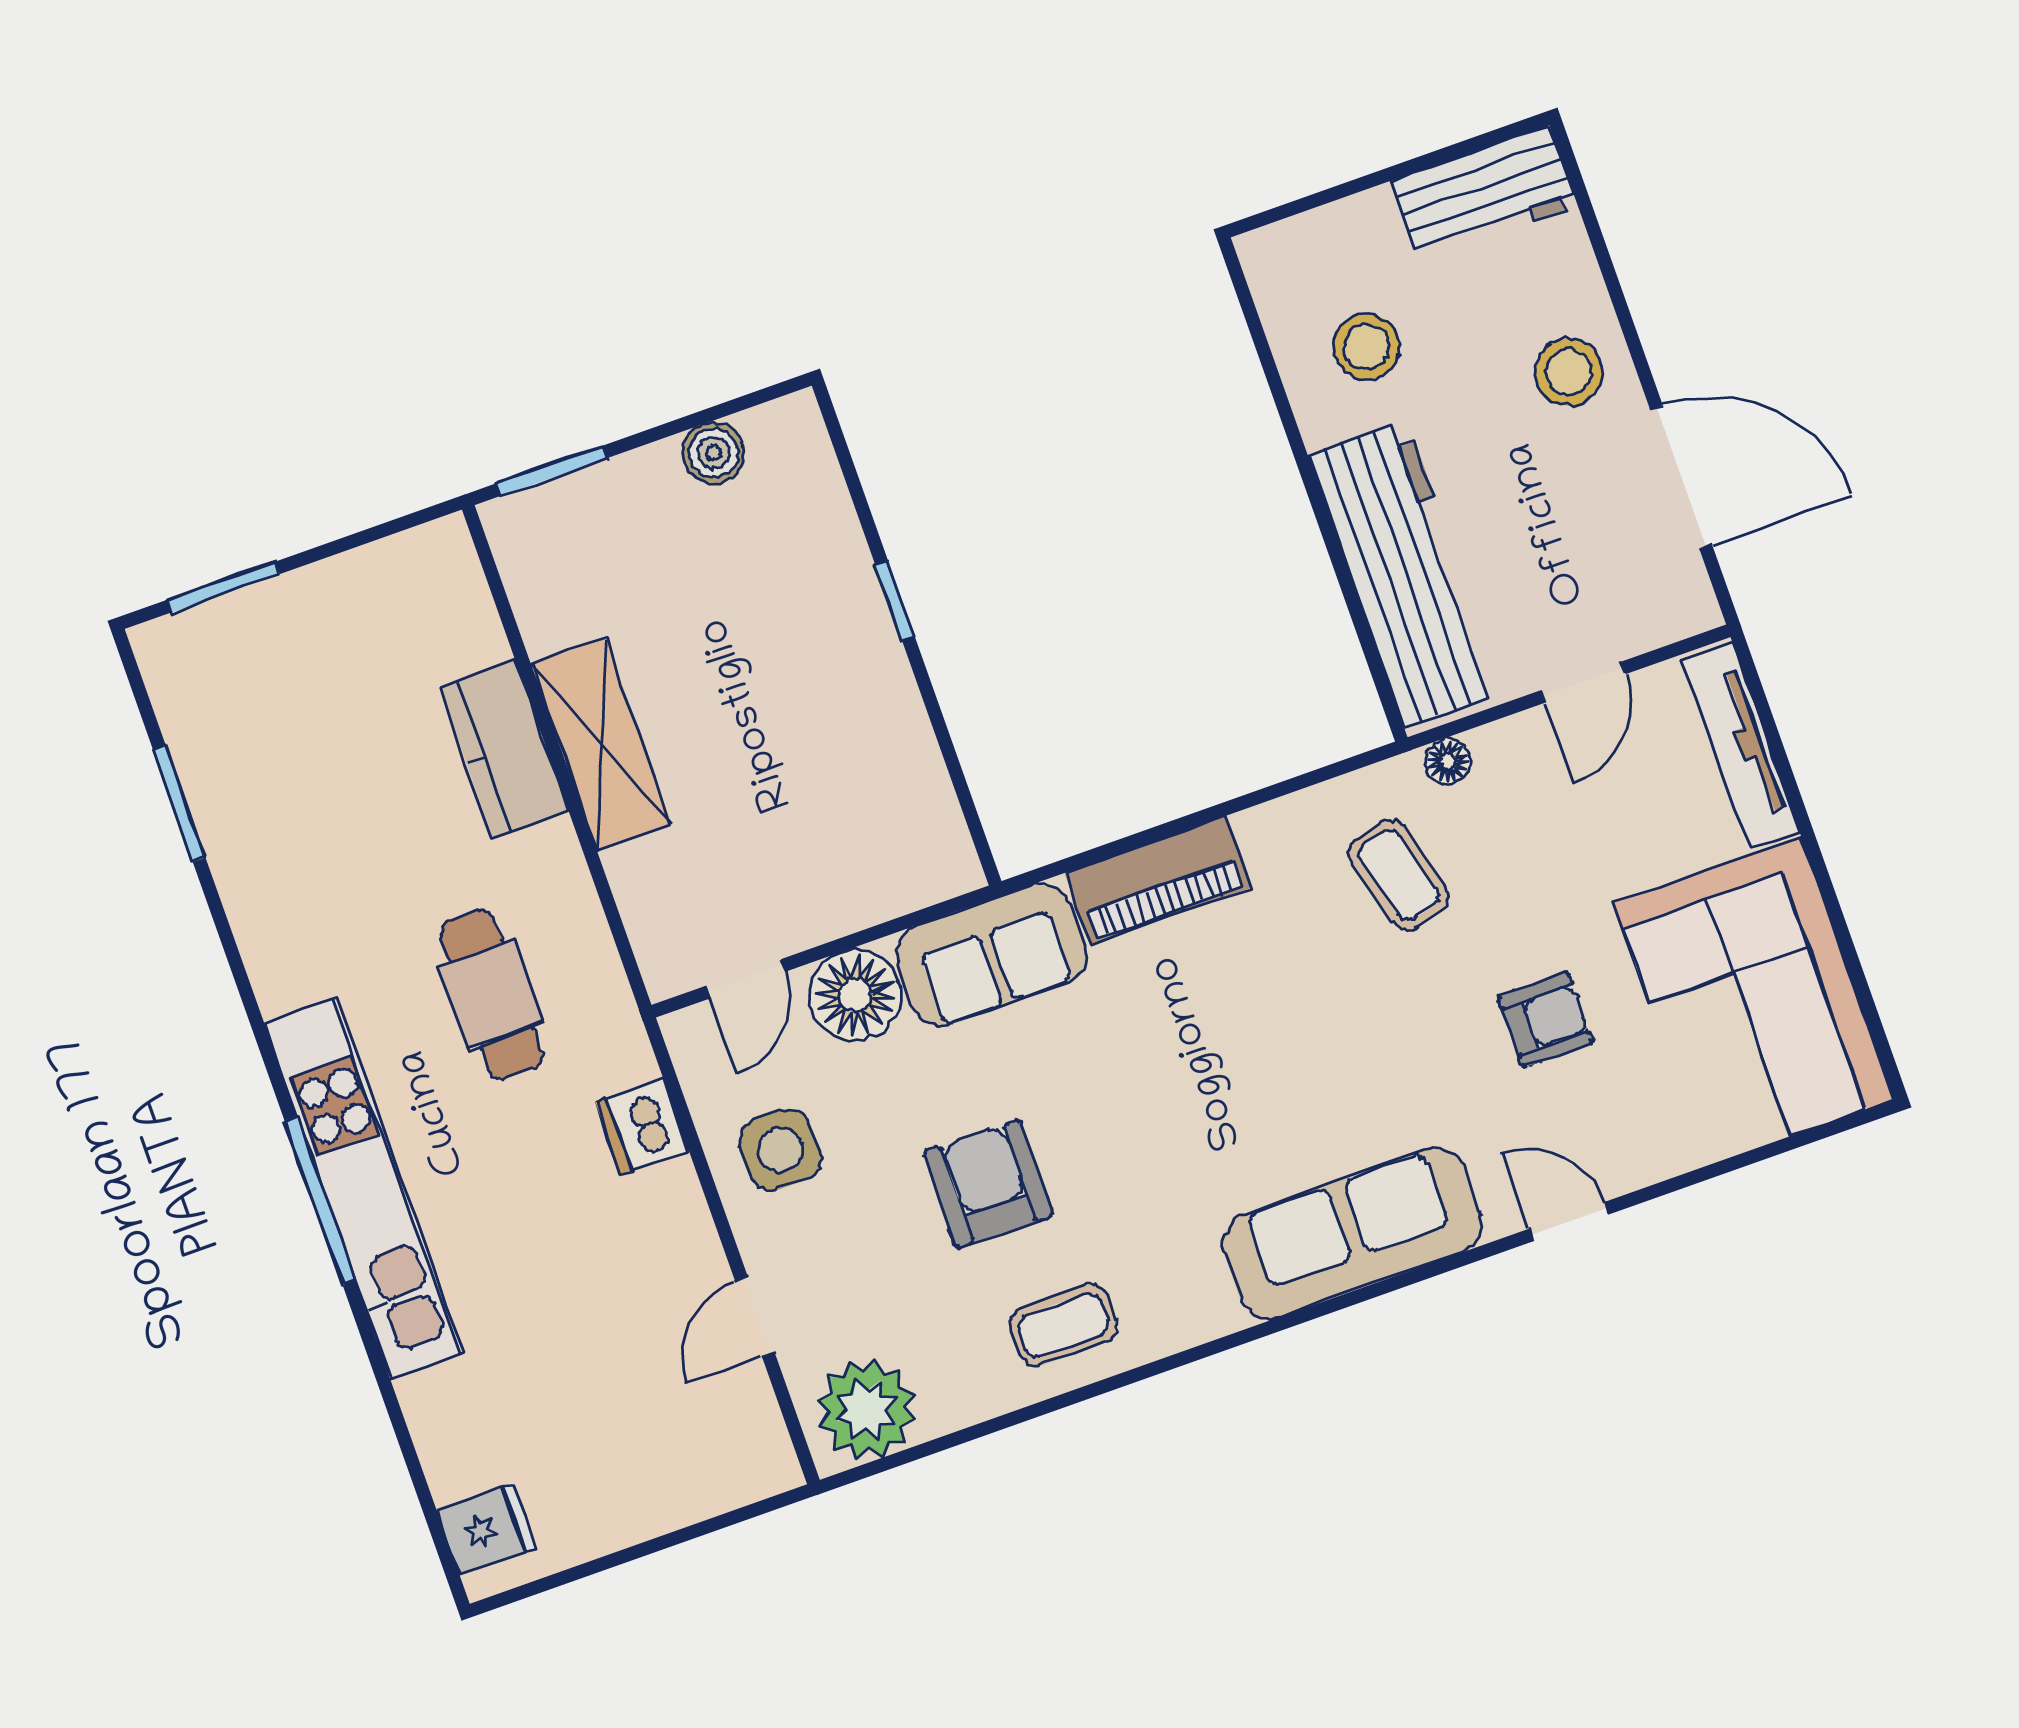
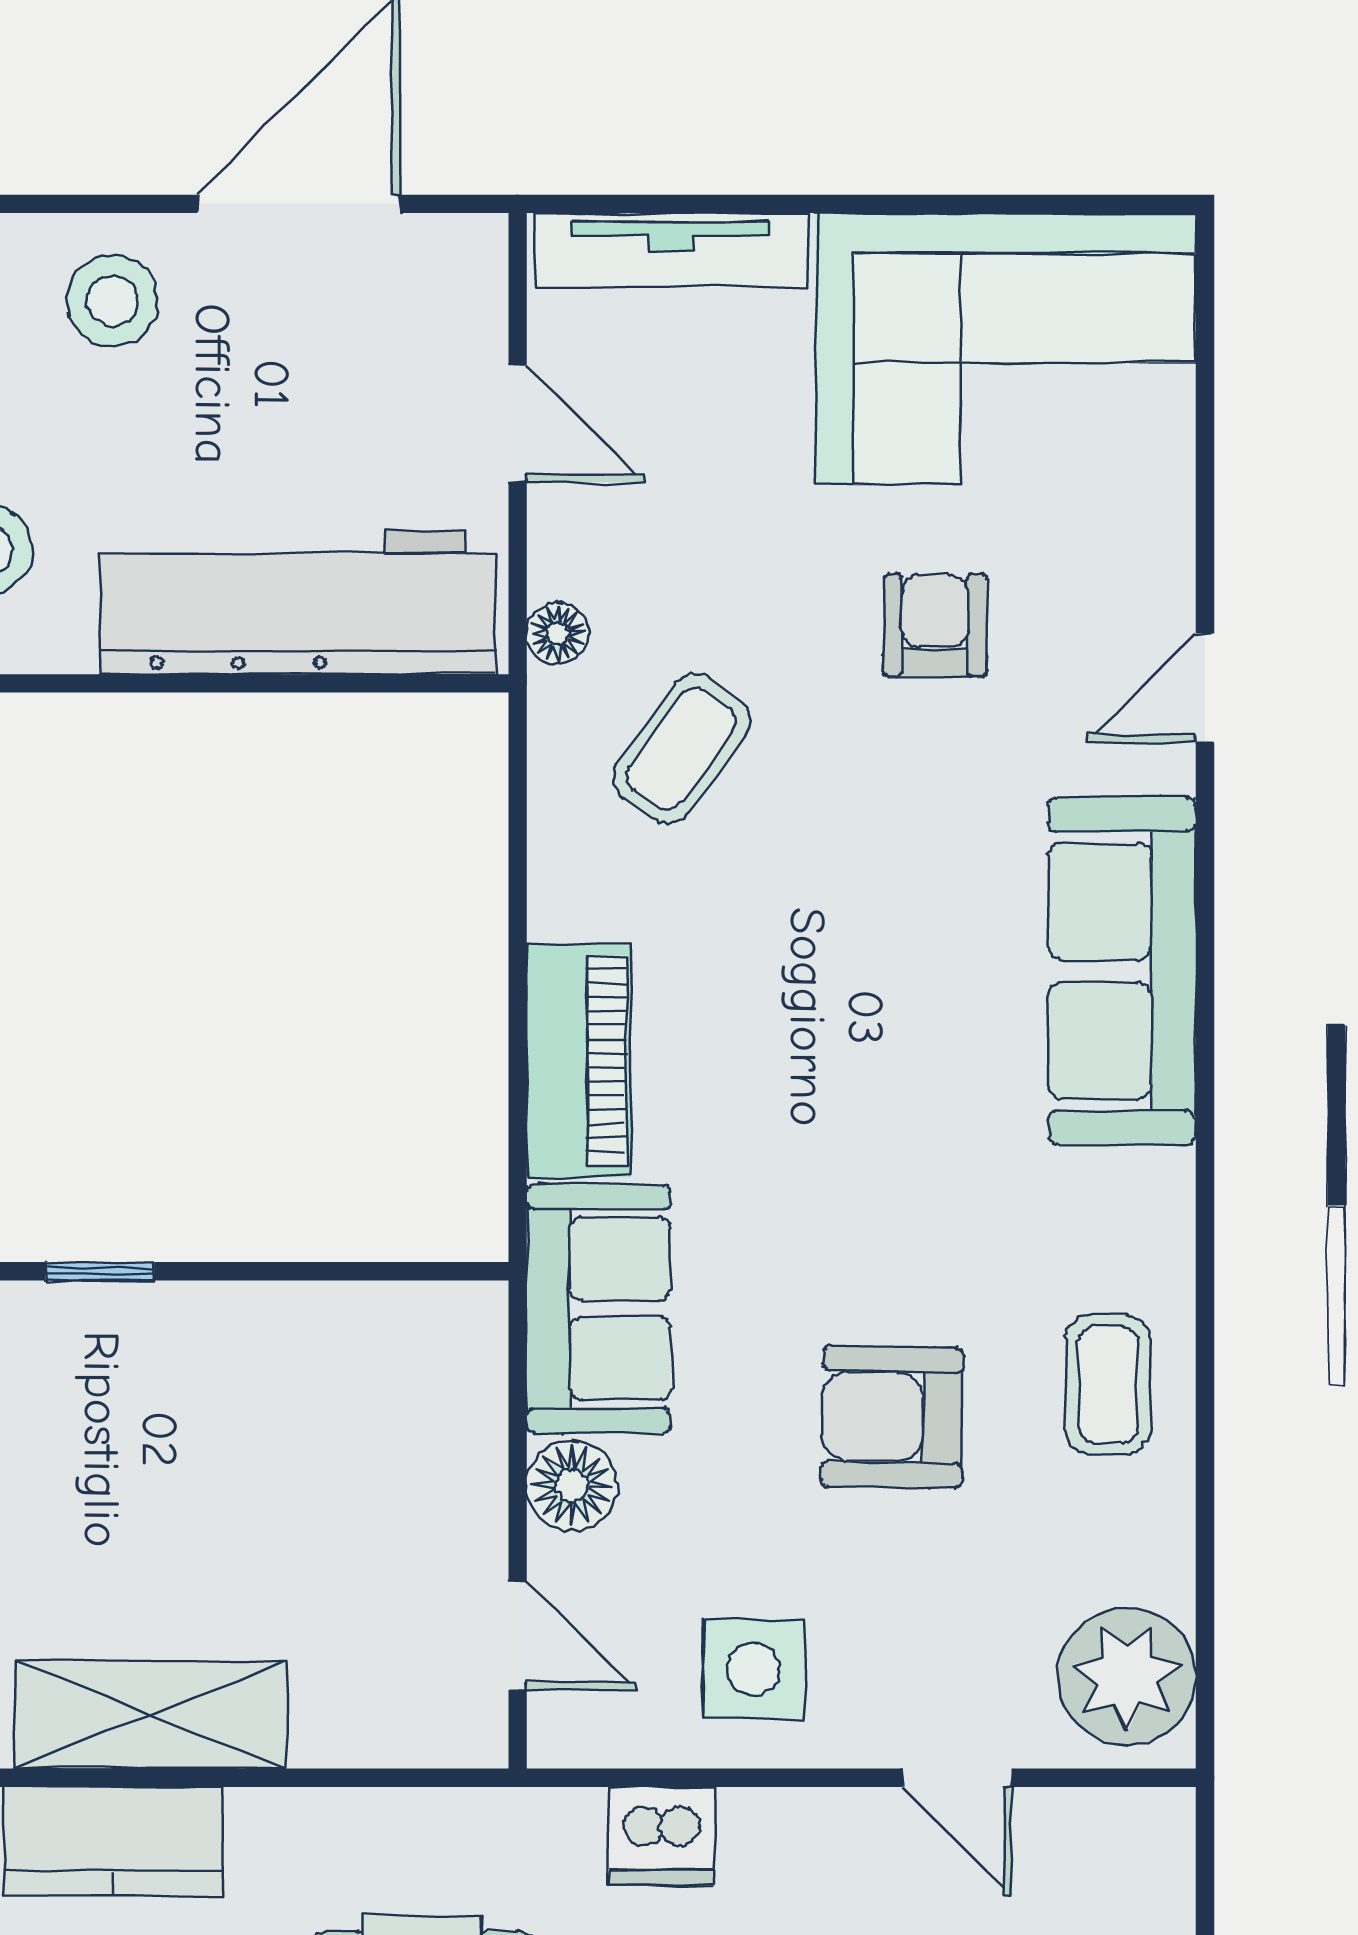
coffee table: (1398, 875) -> (681, 749), turned -39
floor lamp: (855, 996) -> (572, 1485), width x0.73, depth x0.73

